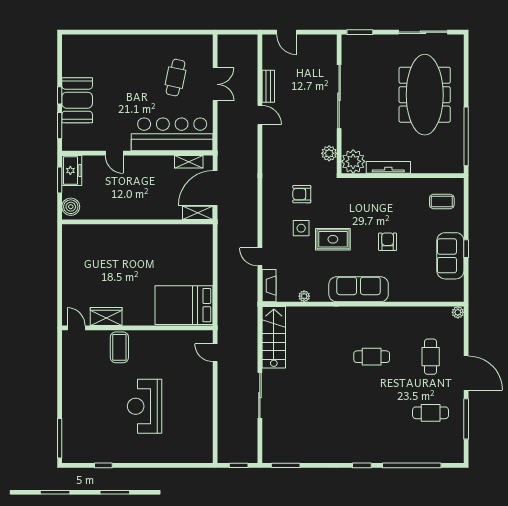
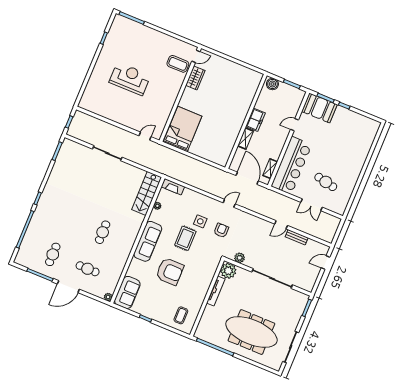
booth: (77, 100) -> (319, 108), moved
freezer: (72, 171) -> (255, 120), moved, turned -90
shelving: (198, 213) -> (246, 139), moved
armchair: (388, 242) -> (170, 271), width x1.88, depth x1.88
sofa: (450, 256) -> (127, 292), moved, turned 90
door: (260, 257) -> (229, 203), moved
stairs: (274, 337) -> (147, 193), moved, turned 90
coffee table: (119, 347) -> (178, 64), moved

